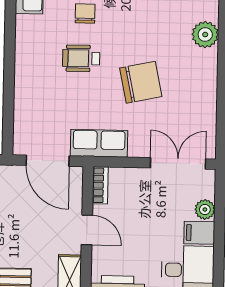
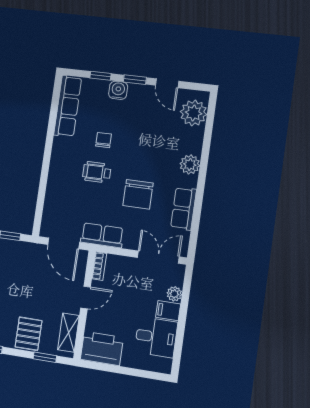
chair: (141, 82) -> (138, 194), turned 102
row of seats: (204, 94) -> (184, 209), added
door: (87, 230) -> (86, 298), hinge flipped

